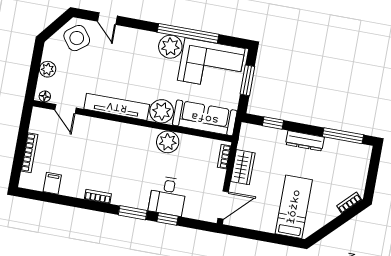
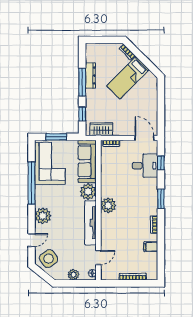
plant: (170, 47) -> (43, 216), moved
window: (343, 136) -> (82, 82), moved
dresser: (305, 141) -> (90, 75), moved
plant: (168, 142) -> (108, 205), moved
wardrobe: (243, 167) -> (101, 129), moved
filing cabinet: (52, 183) -> (151, 247), moved
desk: (168, 196) -> (145, 166), moved
bed: (294, 207) -> (128, 78), moved, turned -45
window: (167, 219) -> (161, 163), moved

